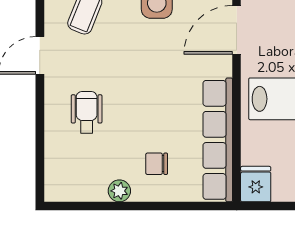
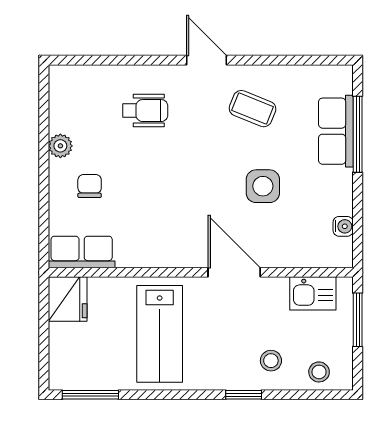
row of seats: (218, 140) -> (82, 252), width x0.50
fridge: (256, 184) -> (68, 299), width x1.38

